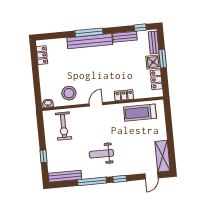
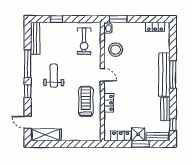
window: (38, 93) -> (118, 19), added
treadmill: (140, 113) -> (86, 102), moved
exercise bike: (63, 126) -> (84, 41), turned -90

